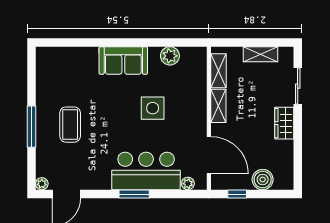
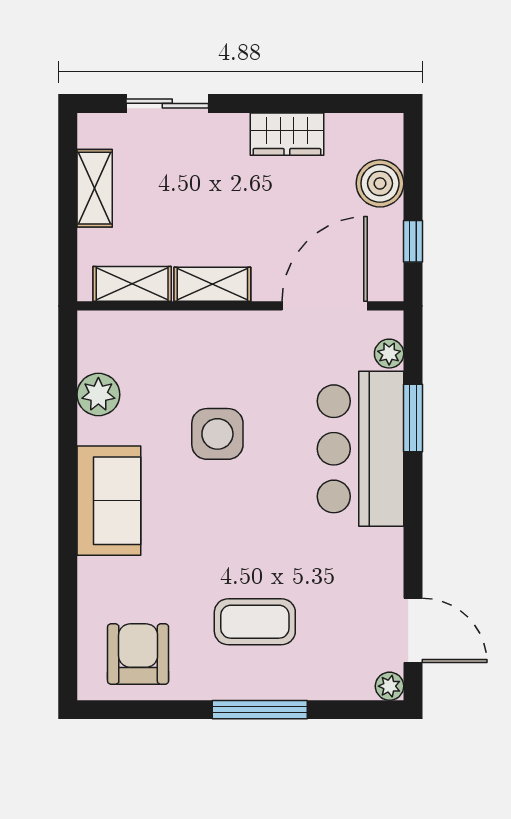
armchair: (56, 73) -> (138, 654), added
wardrobe: (284, 123) -> (287, 134), moved
window: (134, 194) -> (413, 418), moved

